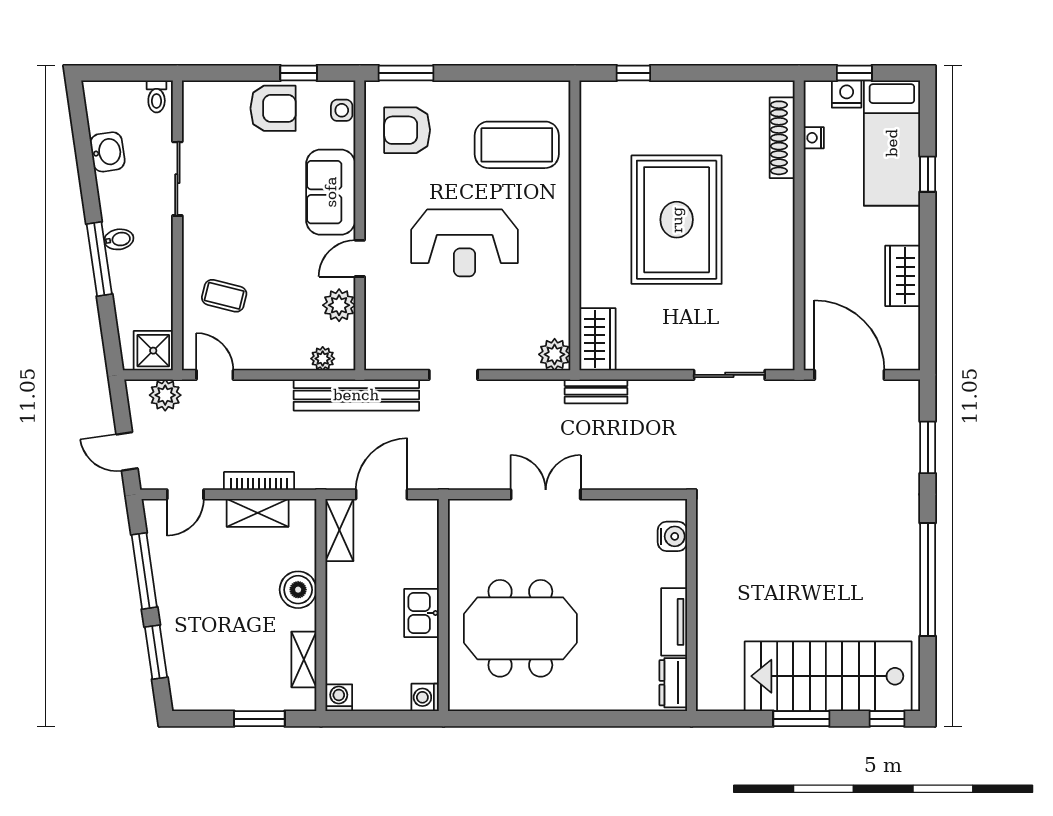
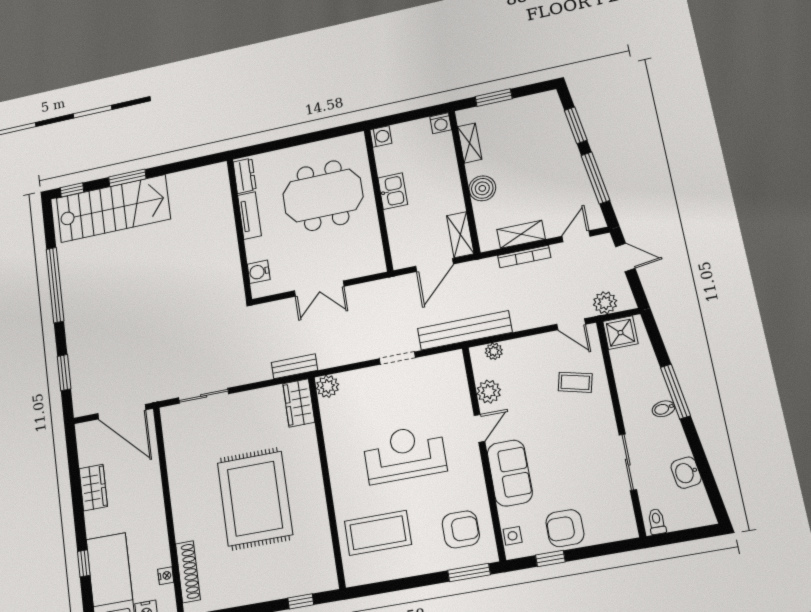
water cooler: (672, 536) -> (259, 272), moved
wall: (691, 605) -> (239, 229), moved
tv unit: (674, 622) -> (249, 216), moved
dresser: (673, 683) -> (245, 176), moved

